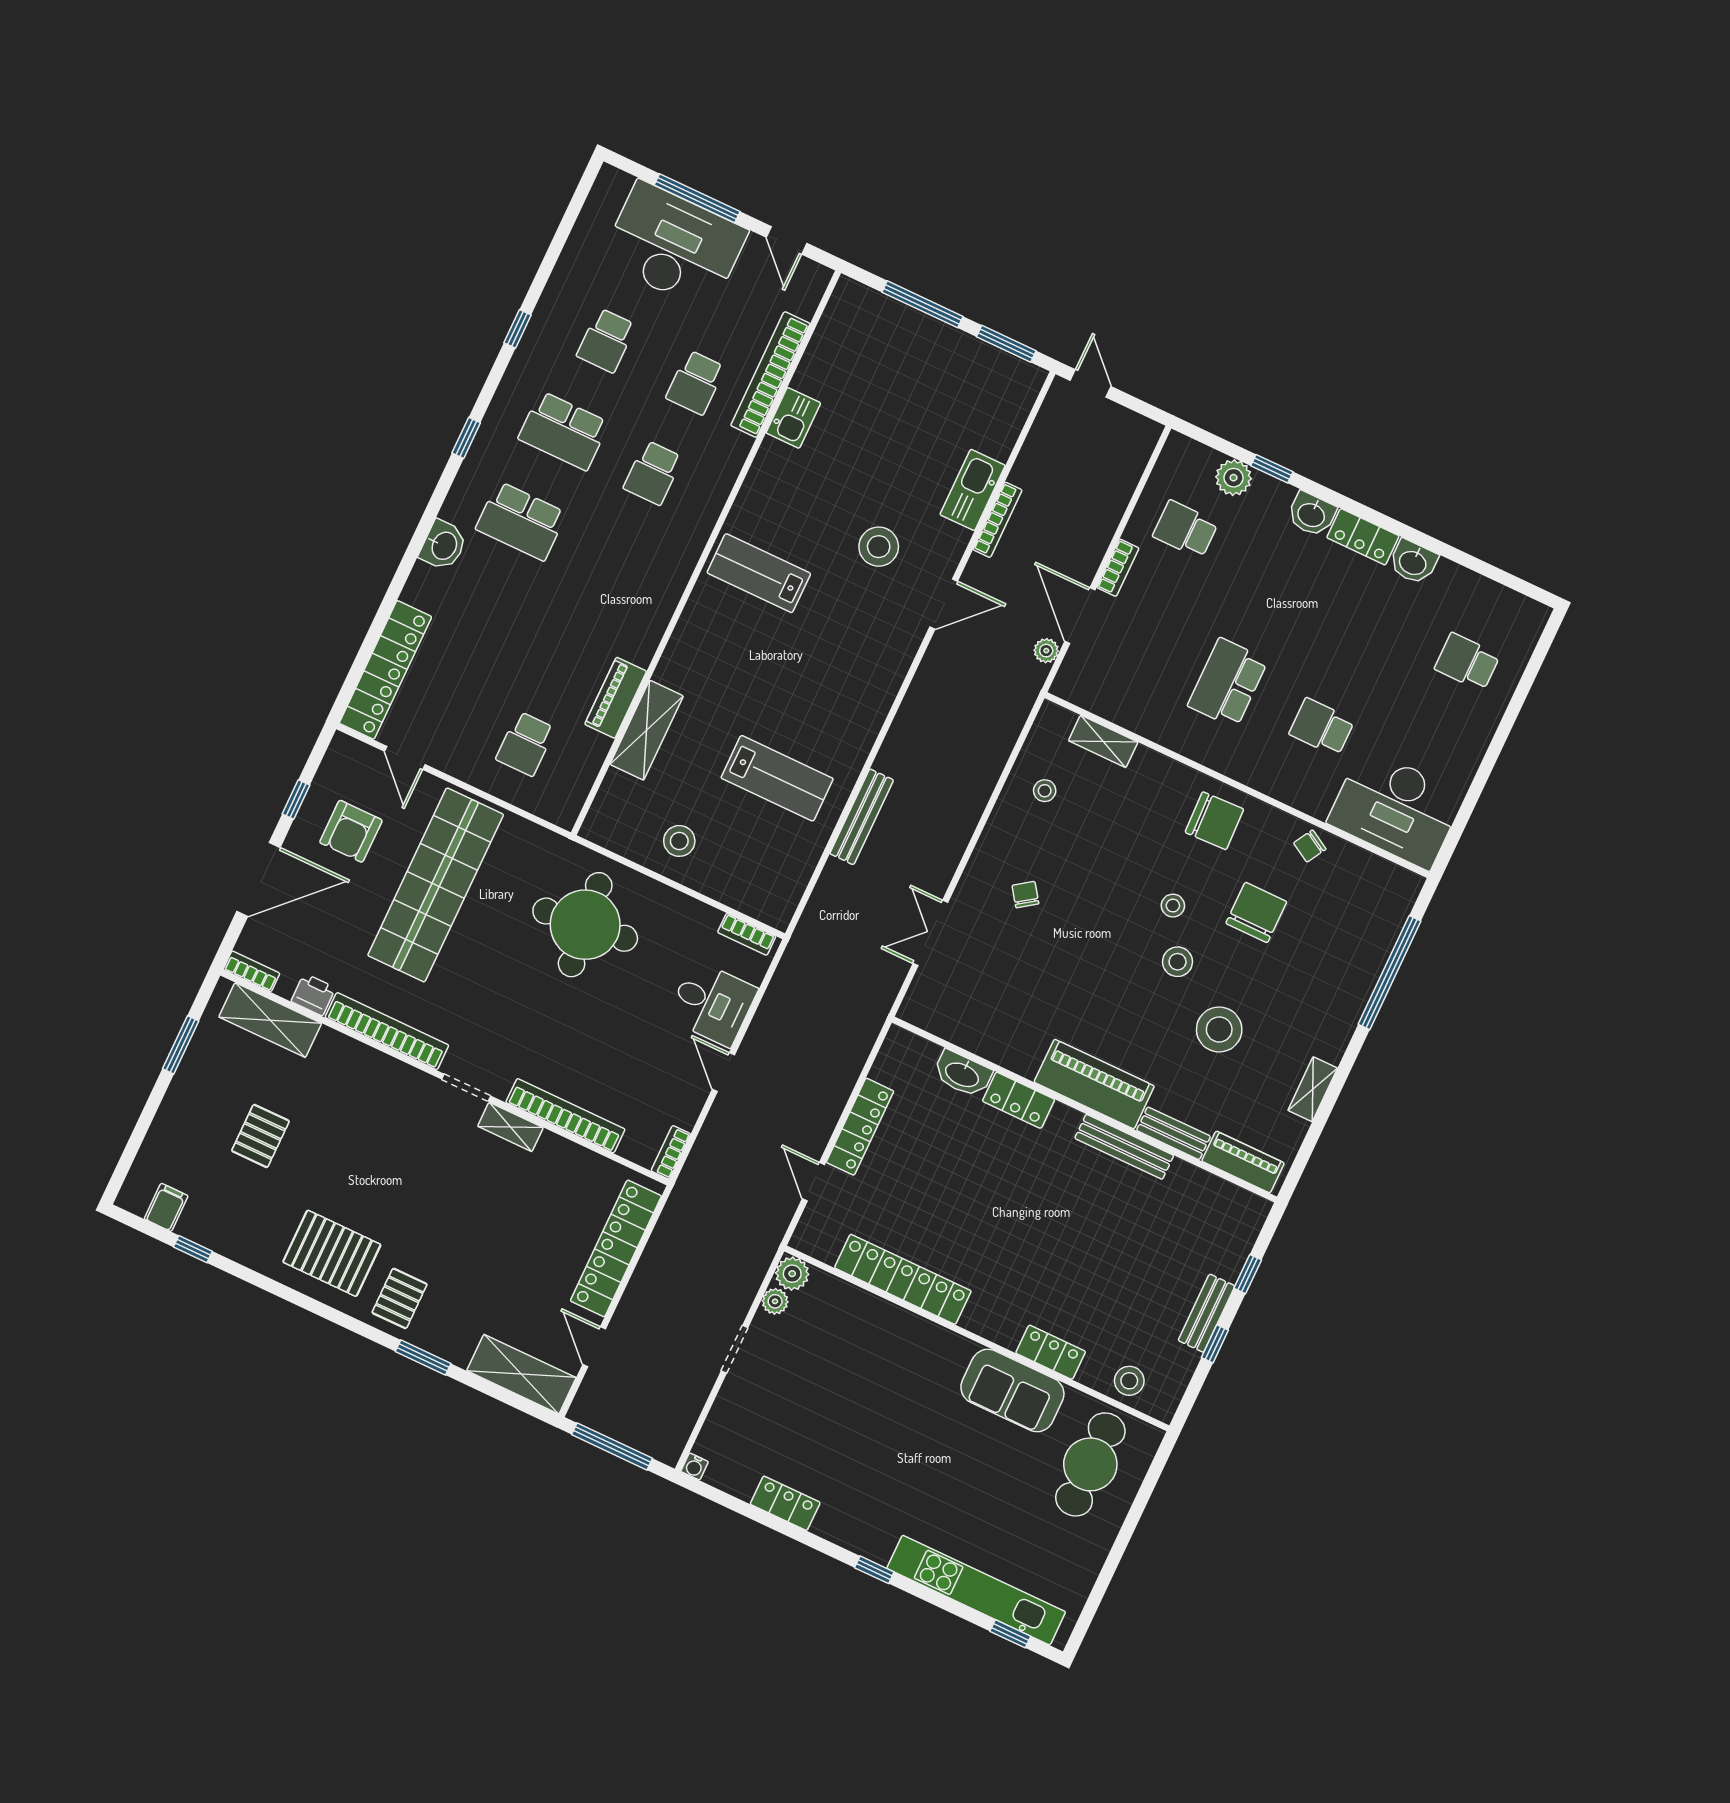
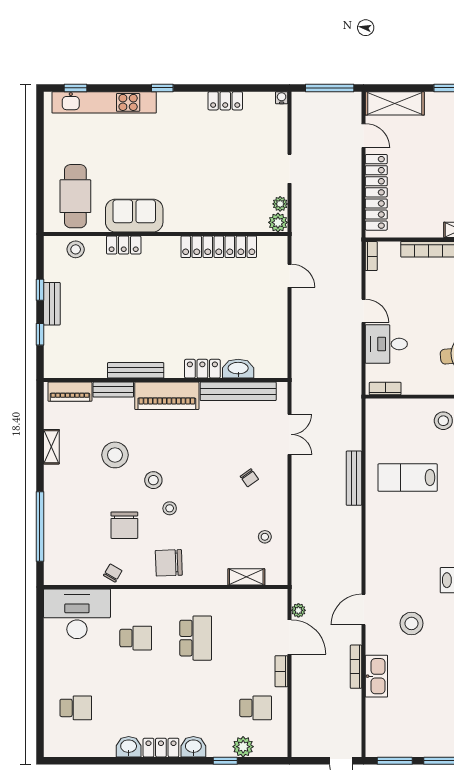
bench: (979, 1038) -> (238, 391), added
locker: (860, 1127) -> (279, 316), removed

